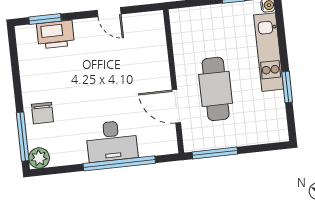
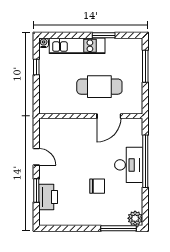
door: (109, 12) -> (36, 157), hinge flipped
window: (45, 19) -> (36, 191), moved
chair: (42, 113) -> (97, 186), moved
window: (215, 153) -> (145, 66), moved

